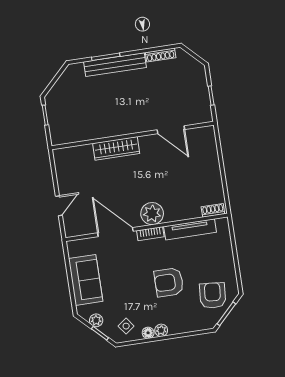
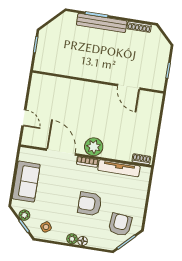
wardrobe: (116, 148) -> (82, 88), removed
door: (59, 206) -> (24, 118), hinge flipped
floor lamp: (148, 333) -> (83, 241), moved

